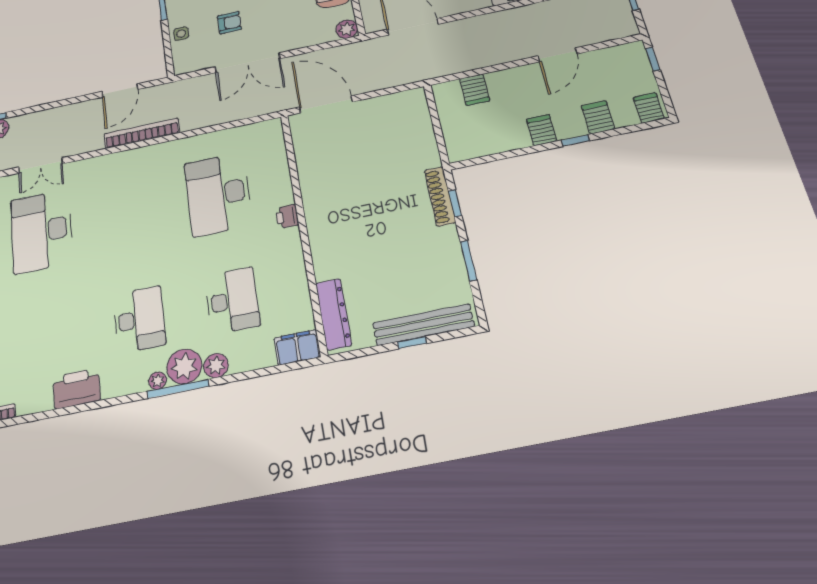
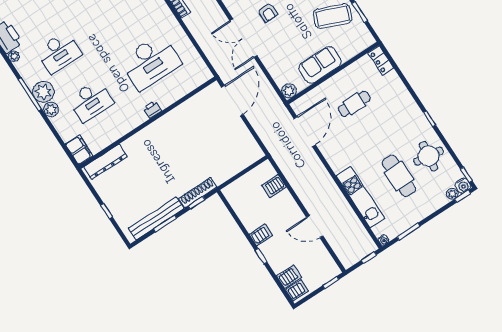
server rack: (598, 117) -> (289, 277), moved
desk: (218, 194) -> (151, 62), turned 180
bench: (423, 325) -> (156, 218), moved, turned 90
plant: (158, 381) -> (14, 56), moved

